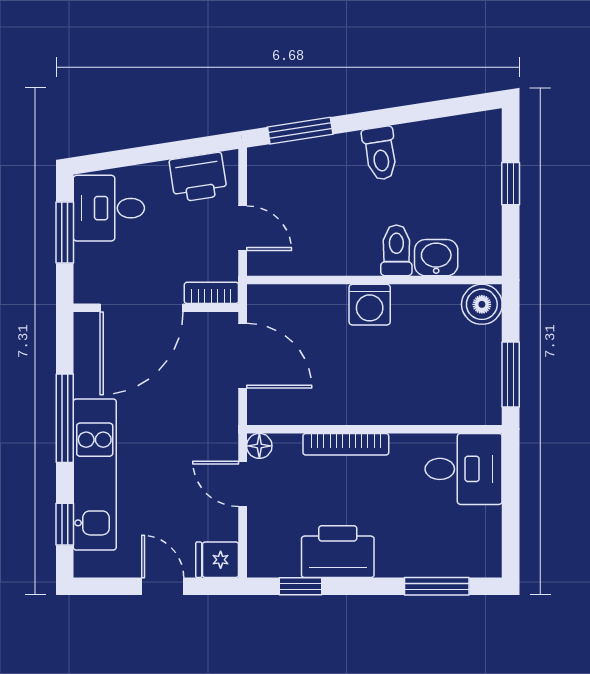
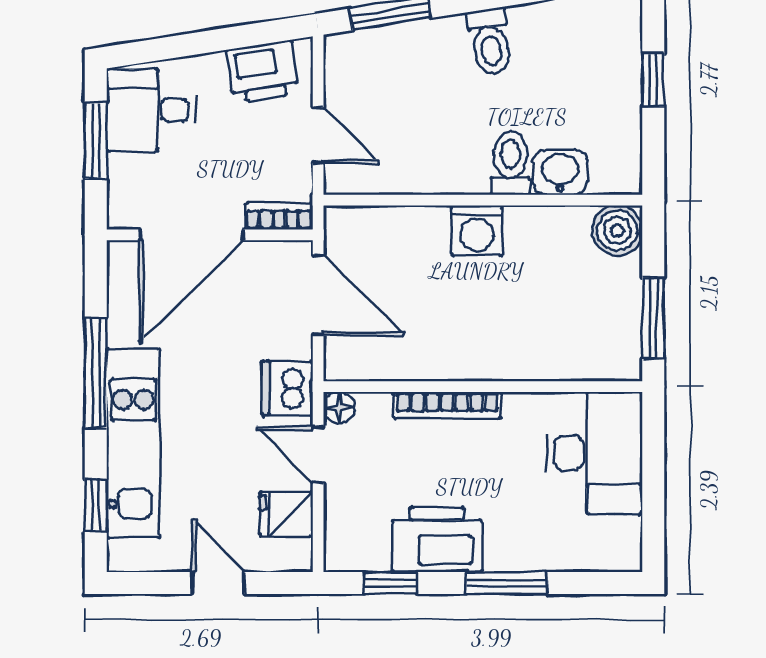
dishwasher: (218, 430) -> (287, 388), added
desk: (464, 469) -> (594, 453), width x1.37
fridge: (217, 560) -> (286, 514), moved
window: (437, 586) -> (507, 583), moved

